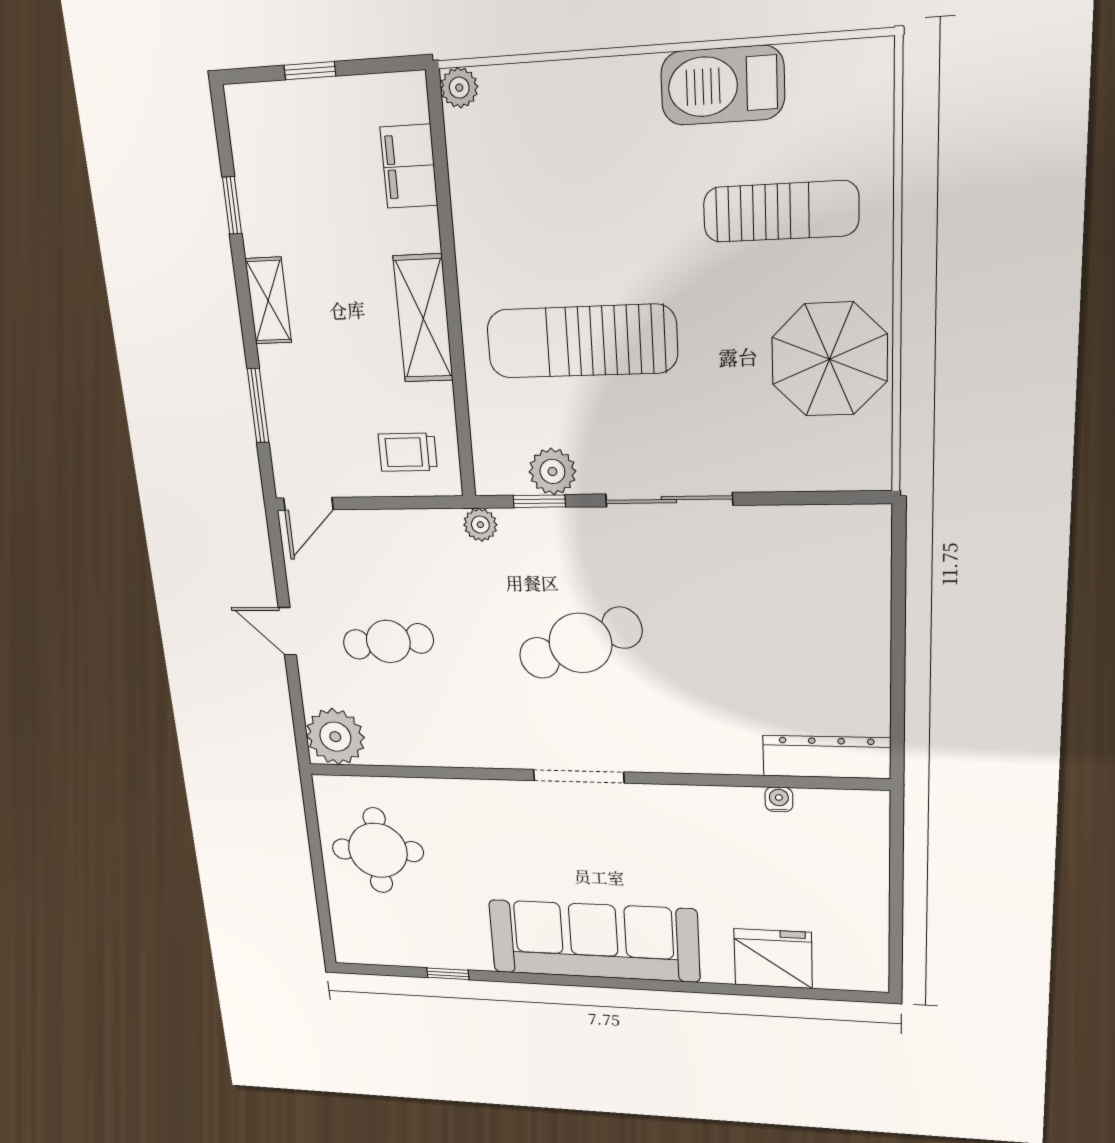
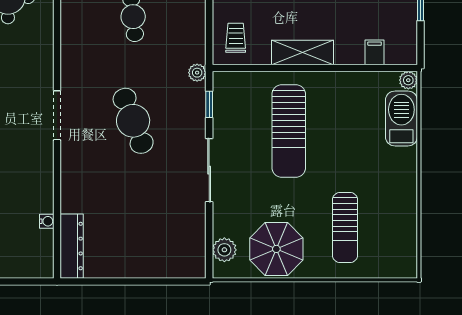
barbecue: (722, 85) -> (401, 118), moved
filing cabinet: (409, 166) -> (375, 52), width x0.50
sun lounger: (582, 341) -> (289, 131), turned 180
plant: (552, 471) -> (224, 250), moved

